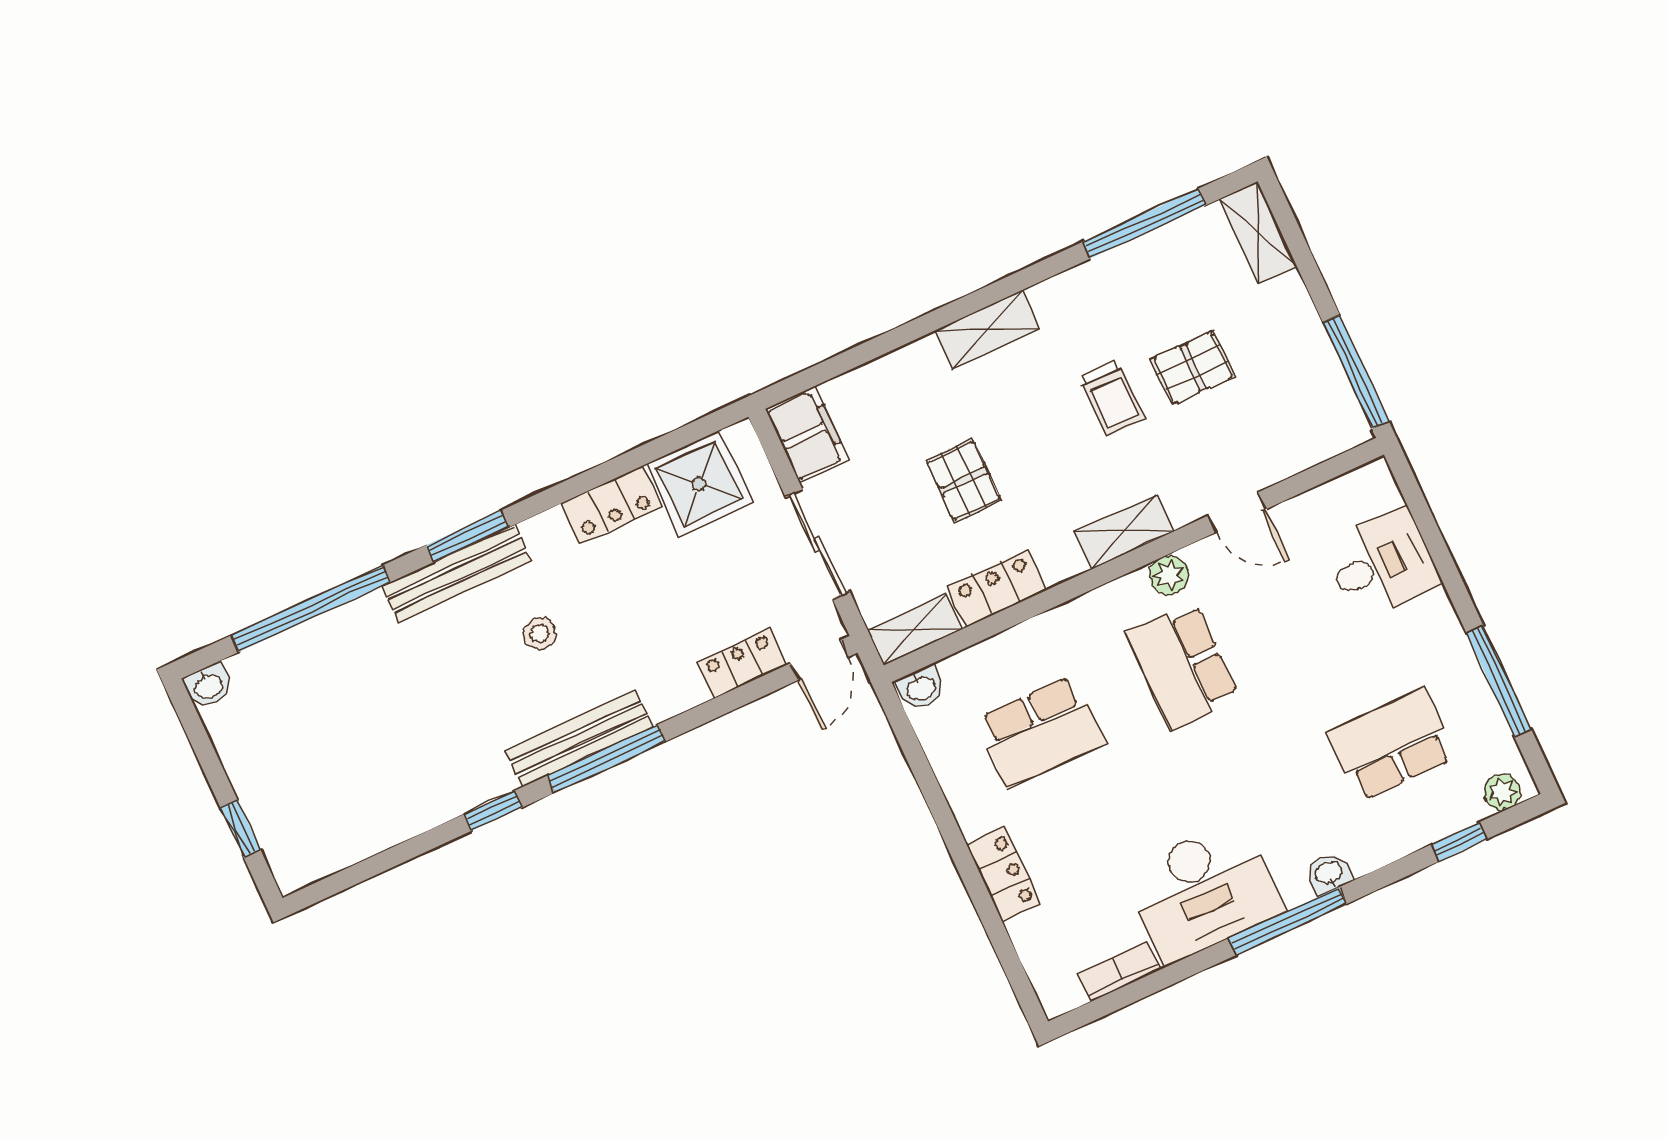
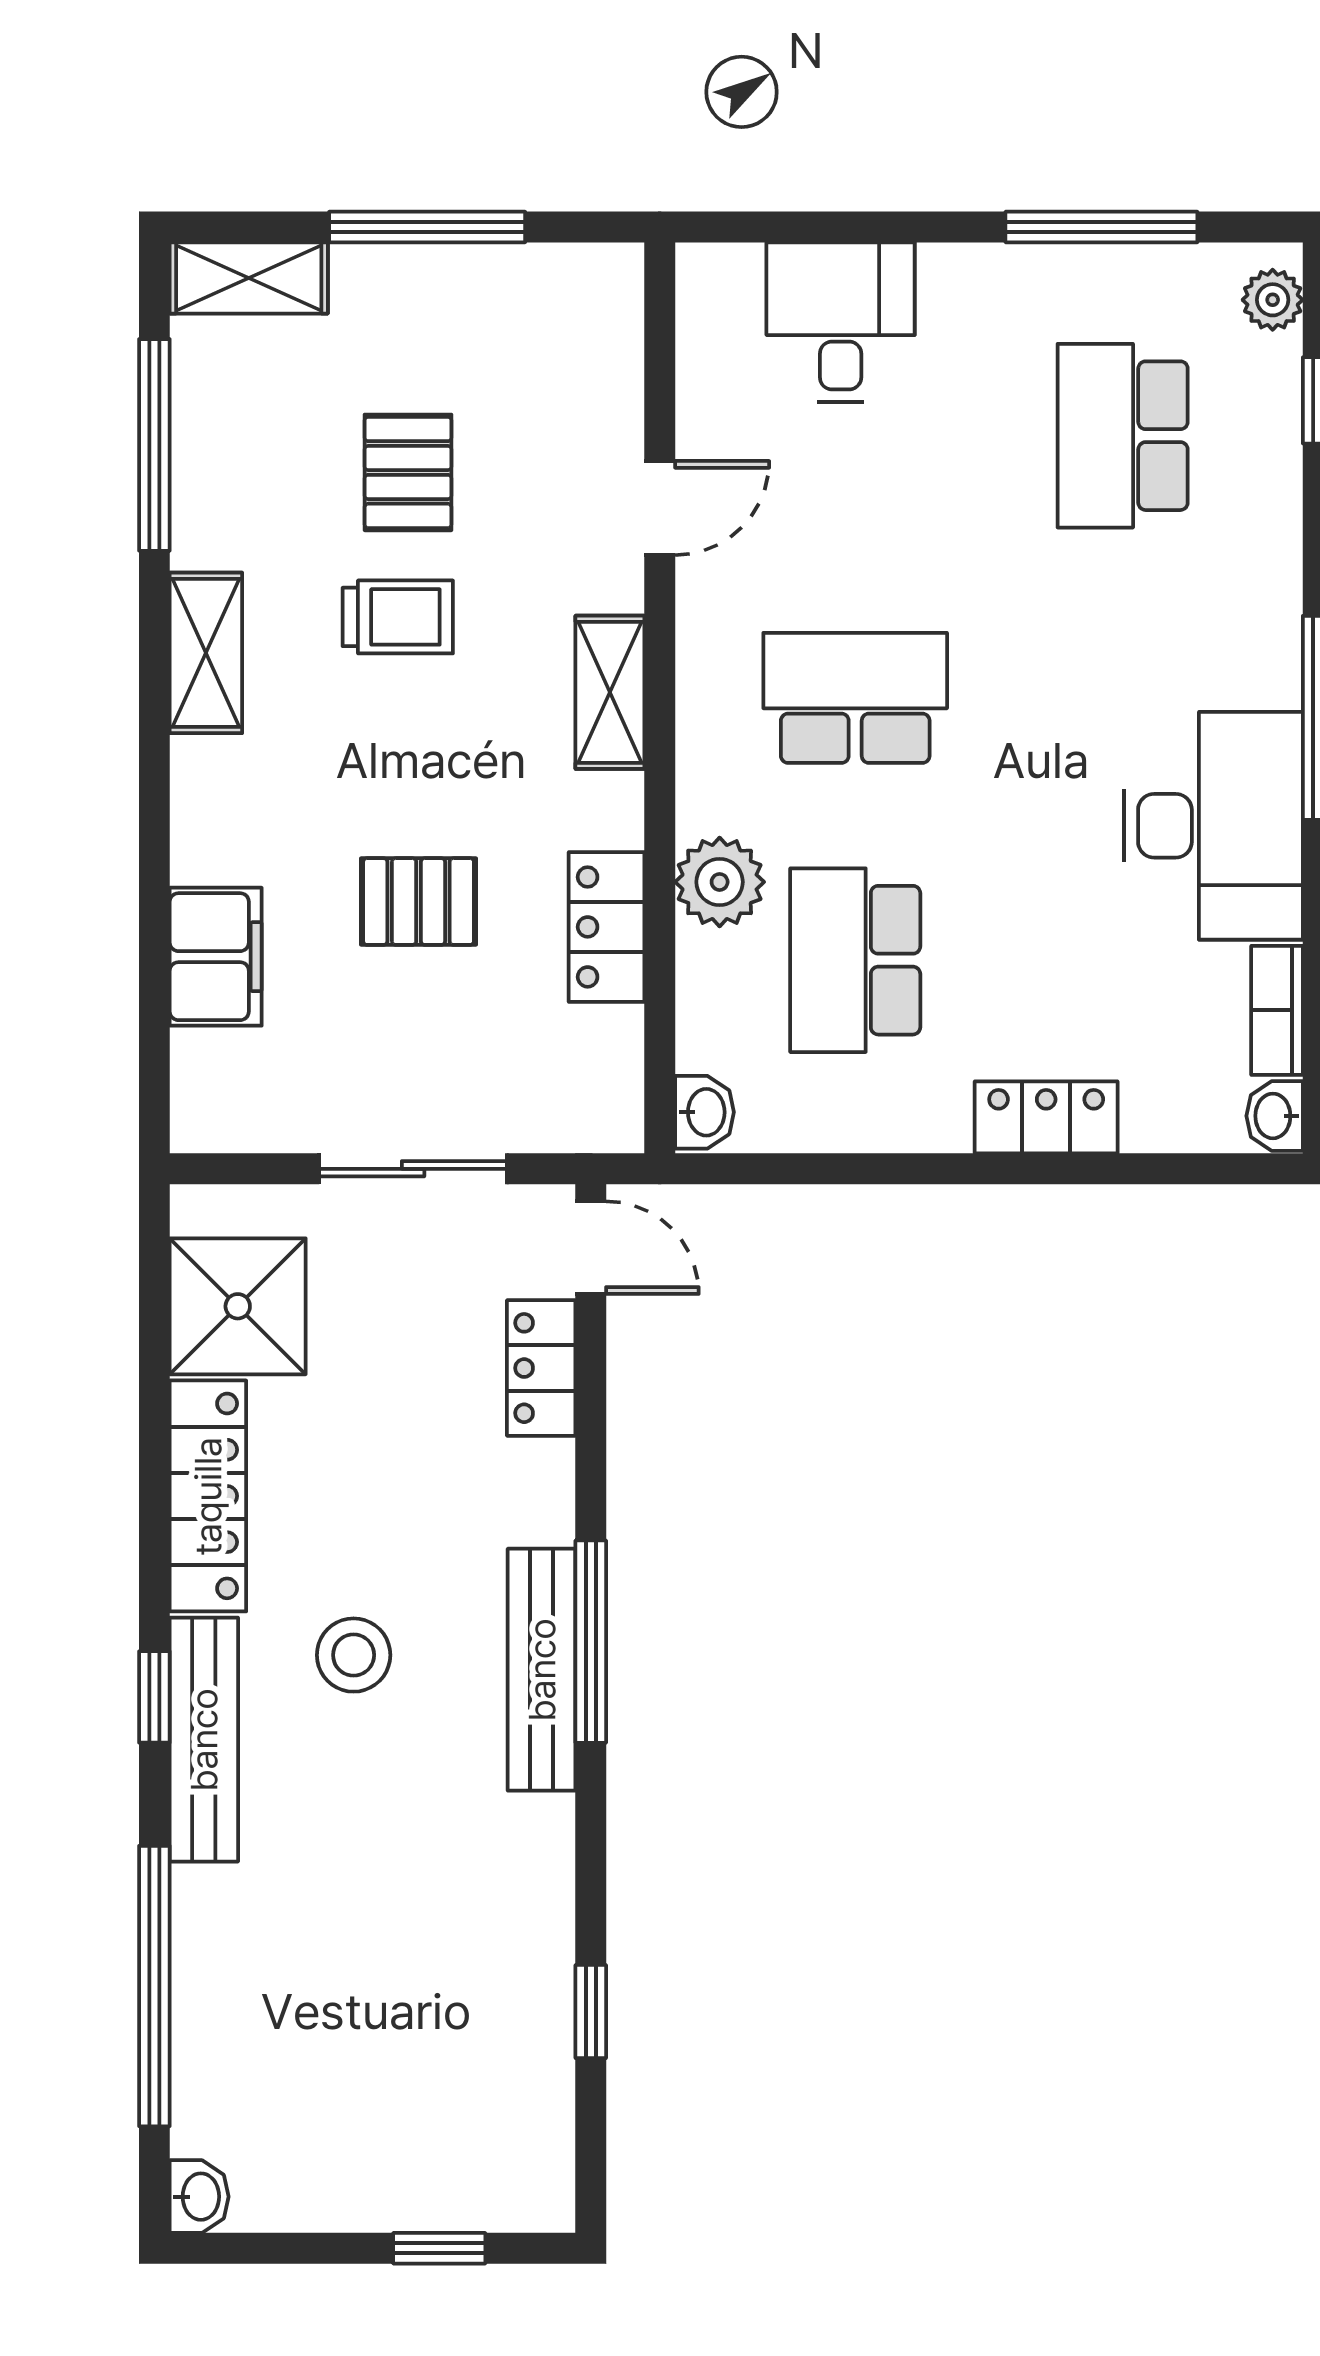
shelving: (987, 330) -> (206, 653), moved
window: (1356, 372) -> (427, 227), moved
filing cabinet: (807, 435) -> (216, 957), moved, turned 90
locker: (611, 505) -> (208, 1496), width x1.53
window: (467, 536) -> (154, 1697), width x0.67
plant: (1169, 575) -> (720, 882), moved, width x1.38, depth x1.38
shelving: (915, 630) -> (612, 1081), removed
stool: (540, 634) -> (354, 1655), width x1.37, depth x1.37
school desk: (1183, 666) -> (855, 698), turned 180
school desk: (1041, 731) -> (855, 960), turned 180
window: (493, 811) -> (591, 2012), moved
washbasin: (1329, 873) -> (1275, 1116), moved

